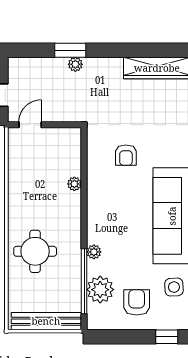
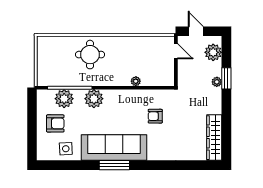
plant: (32, 70) -> (213, 52), added
plant: (94, 252) -> (94, 99), width x1.88, depth x1.88
bench: (46, 321) -> (43, 62), removed
window: (167, 337) -> (32, 144), removed

